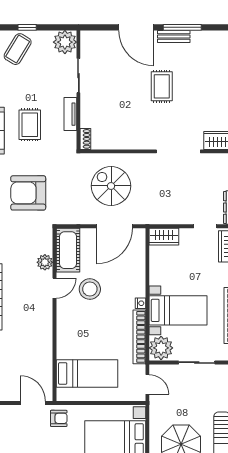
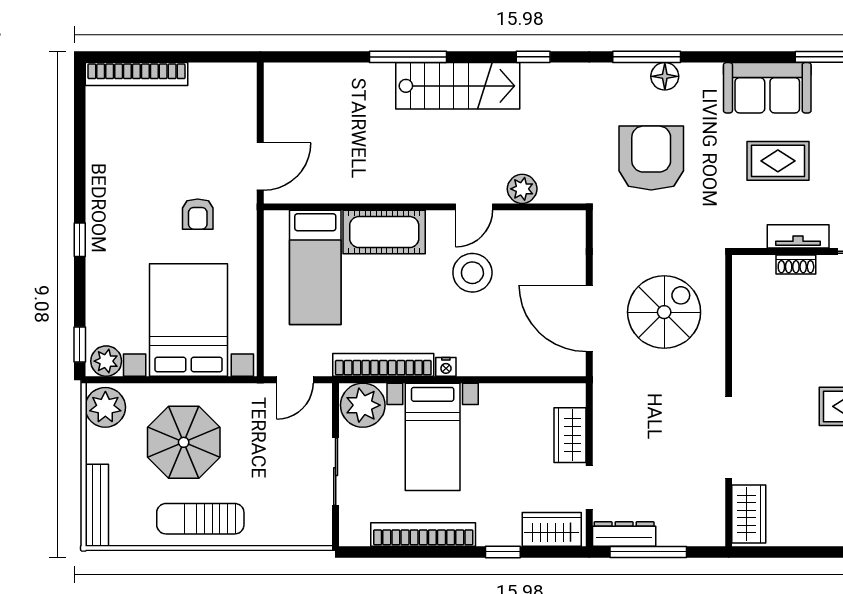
shoe rack: (85, 139) -> (796, 264), moved
wardrobe: (164, 237) -> (570, 435), moved
cot: (68, 250) -> (384, 232), moved
door: (54, 288) -> (474, 207), hinge flipped
armchair: (59, 418) -> (198, 214), moved

